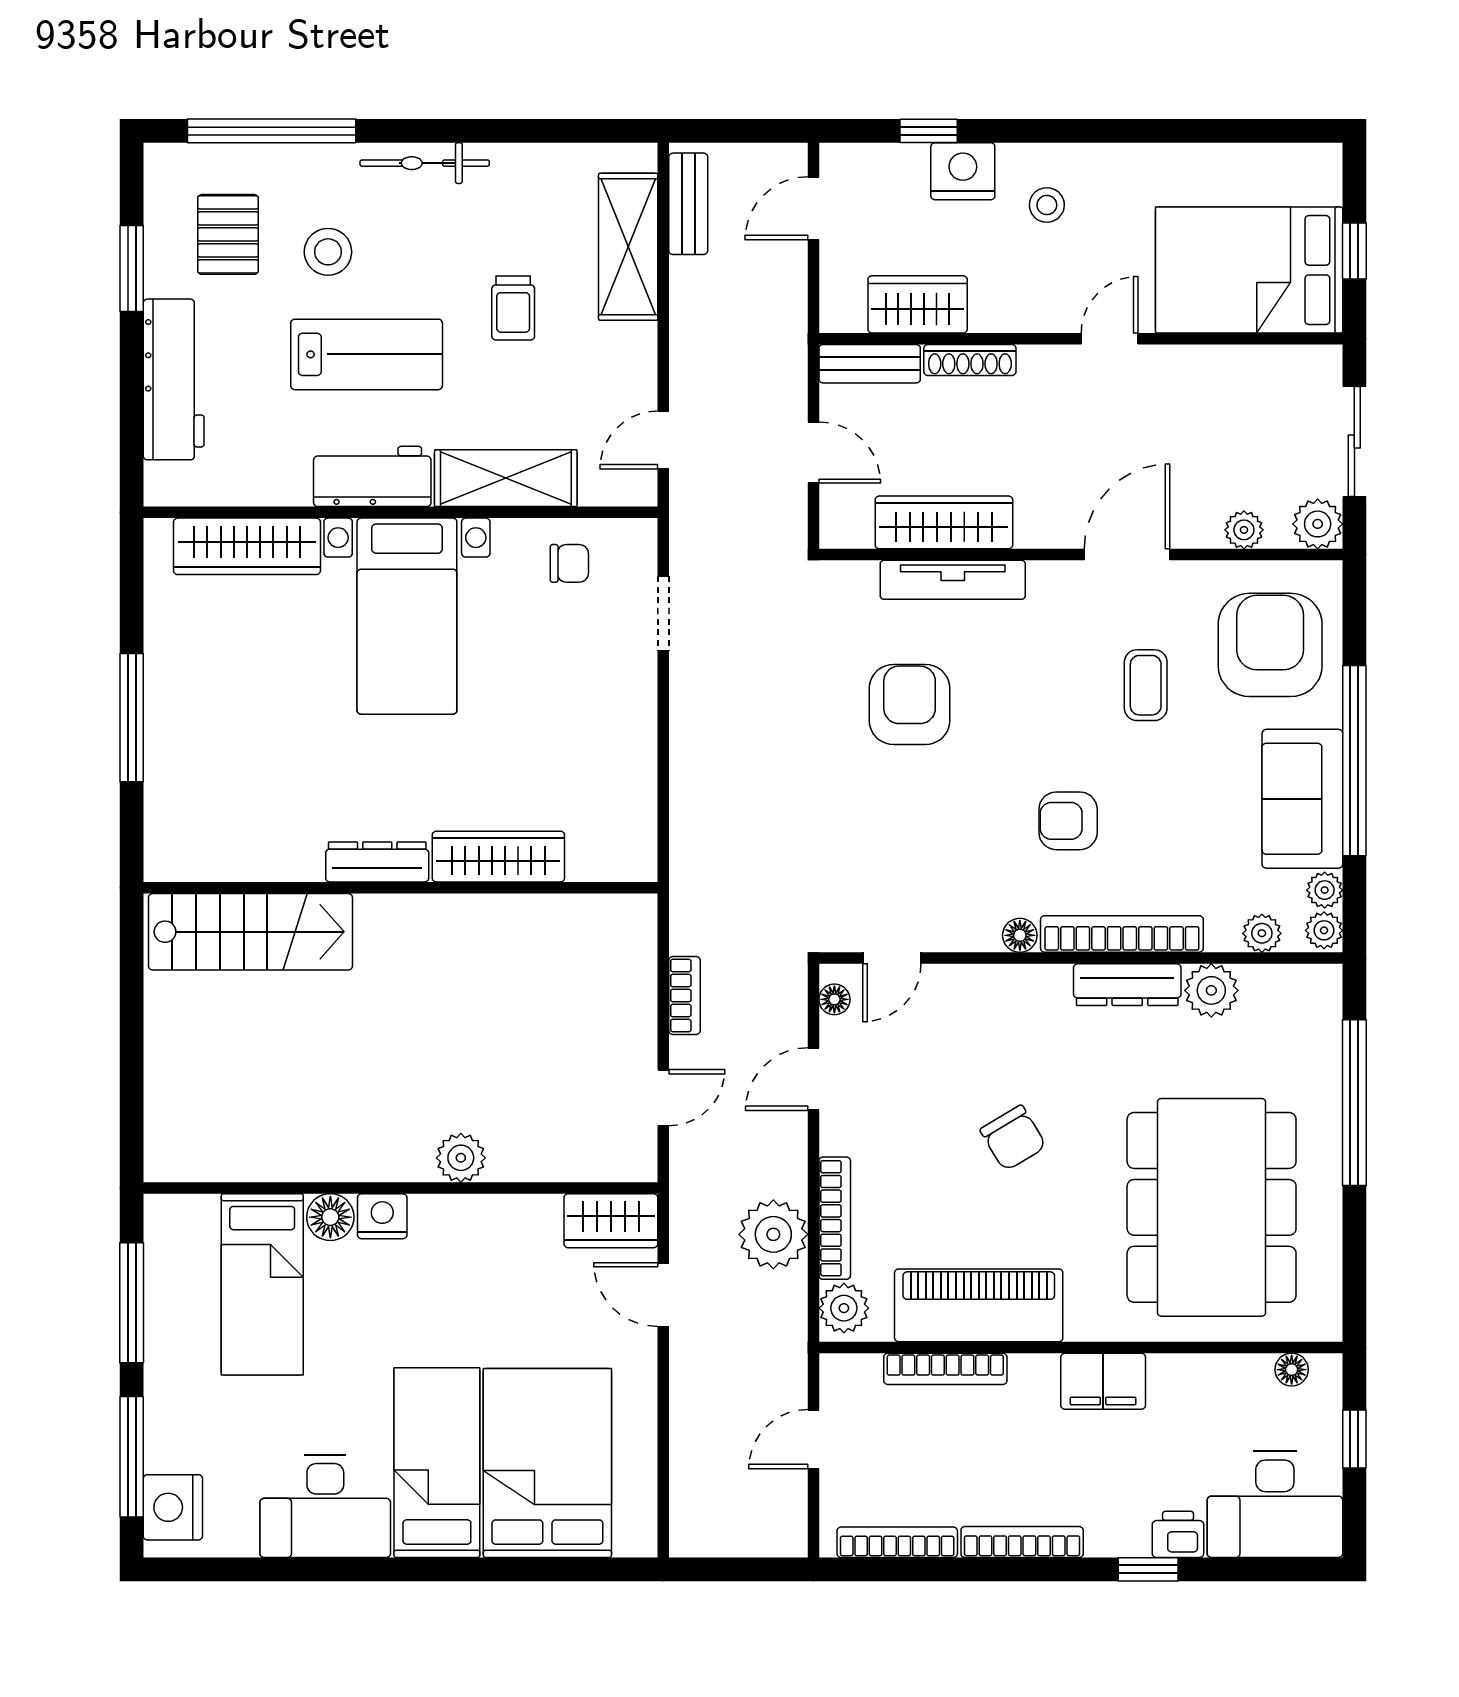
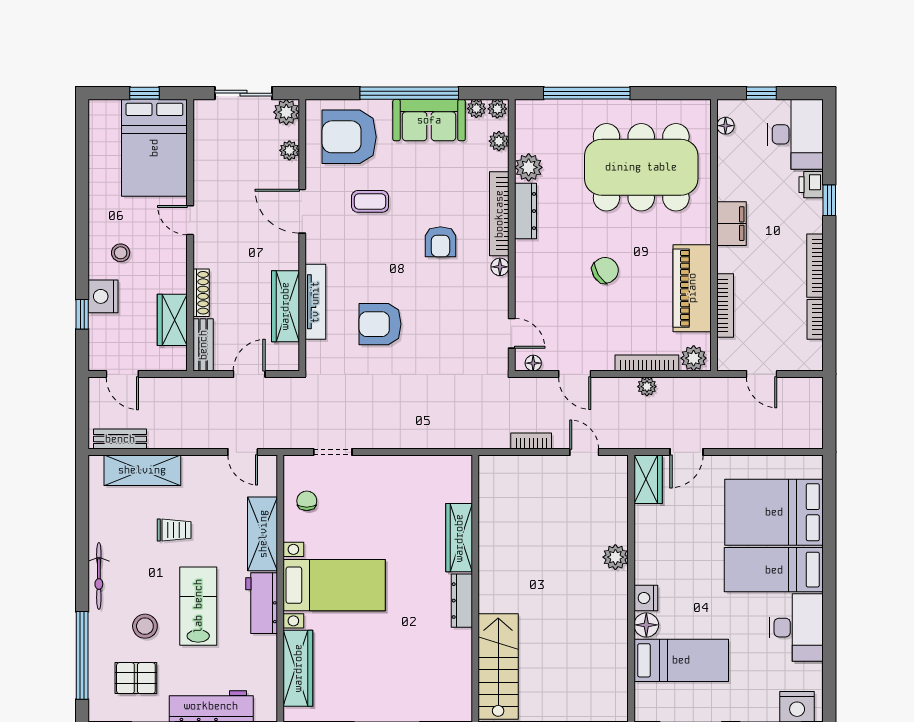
plant: (773, 1234) -> (647, 387), width x0.53, depth x0.53
bookcase: (897, 1542) -> (815, 319), width x0.64

